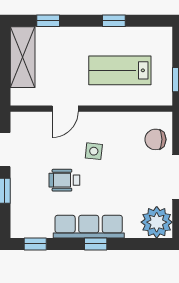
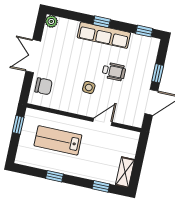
shelving: (23, 57) -> (125, 172), width x0.67, depth x0.75
lab bench: (120, 70) -> (58, 140), turned 180
plant: (157, 222) -> (51, 21), width x0.53, depth x0.53

